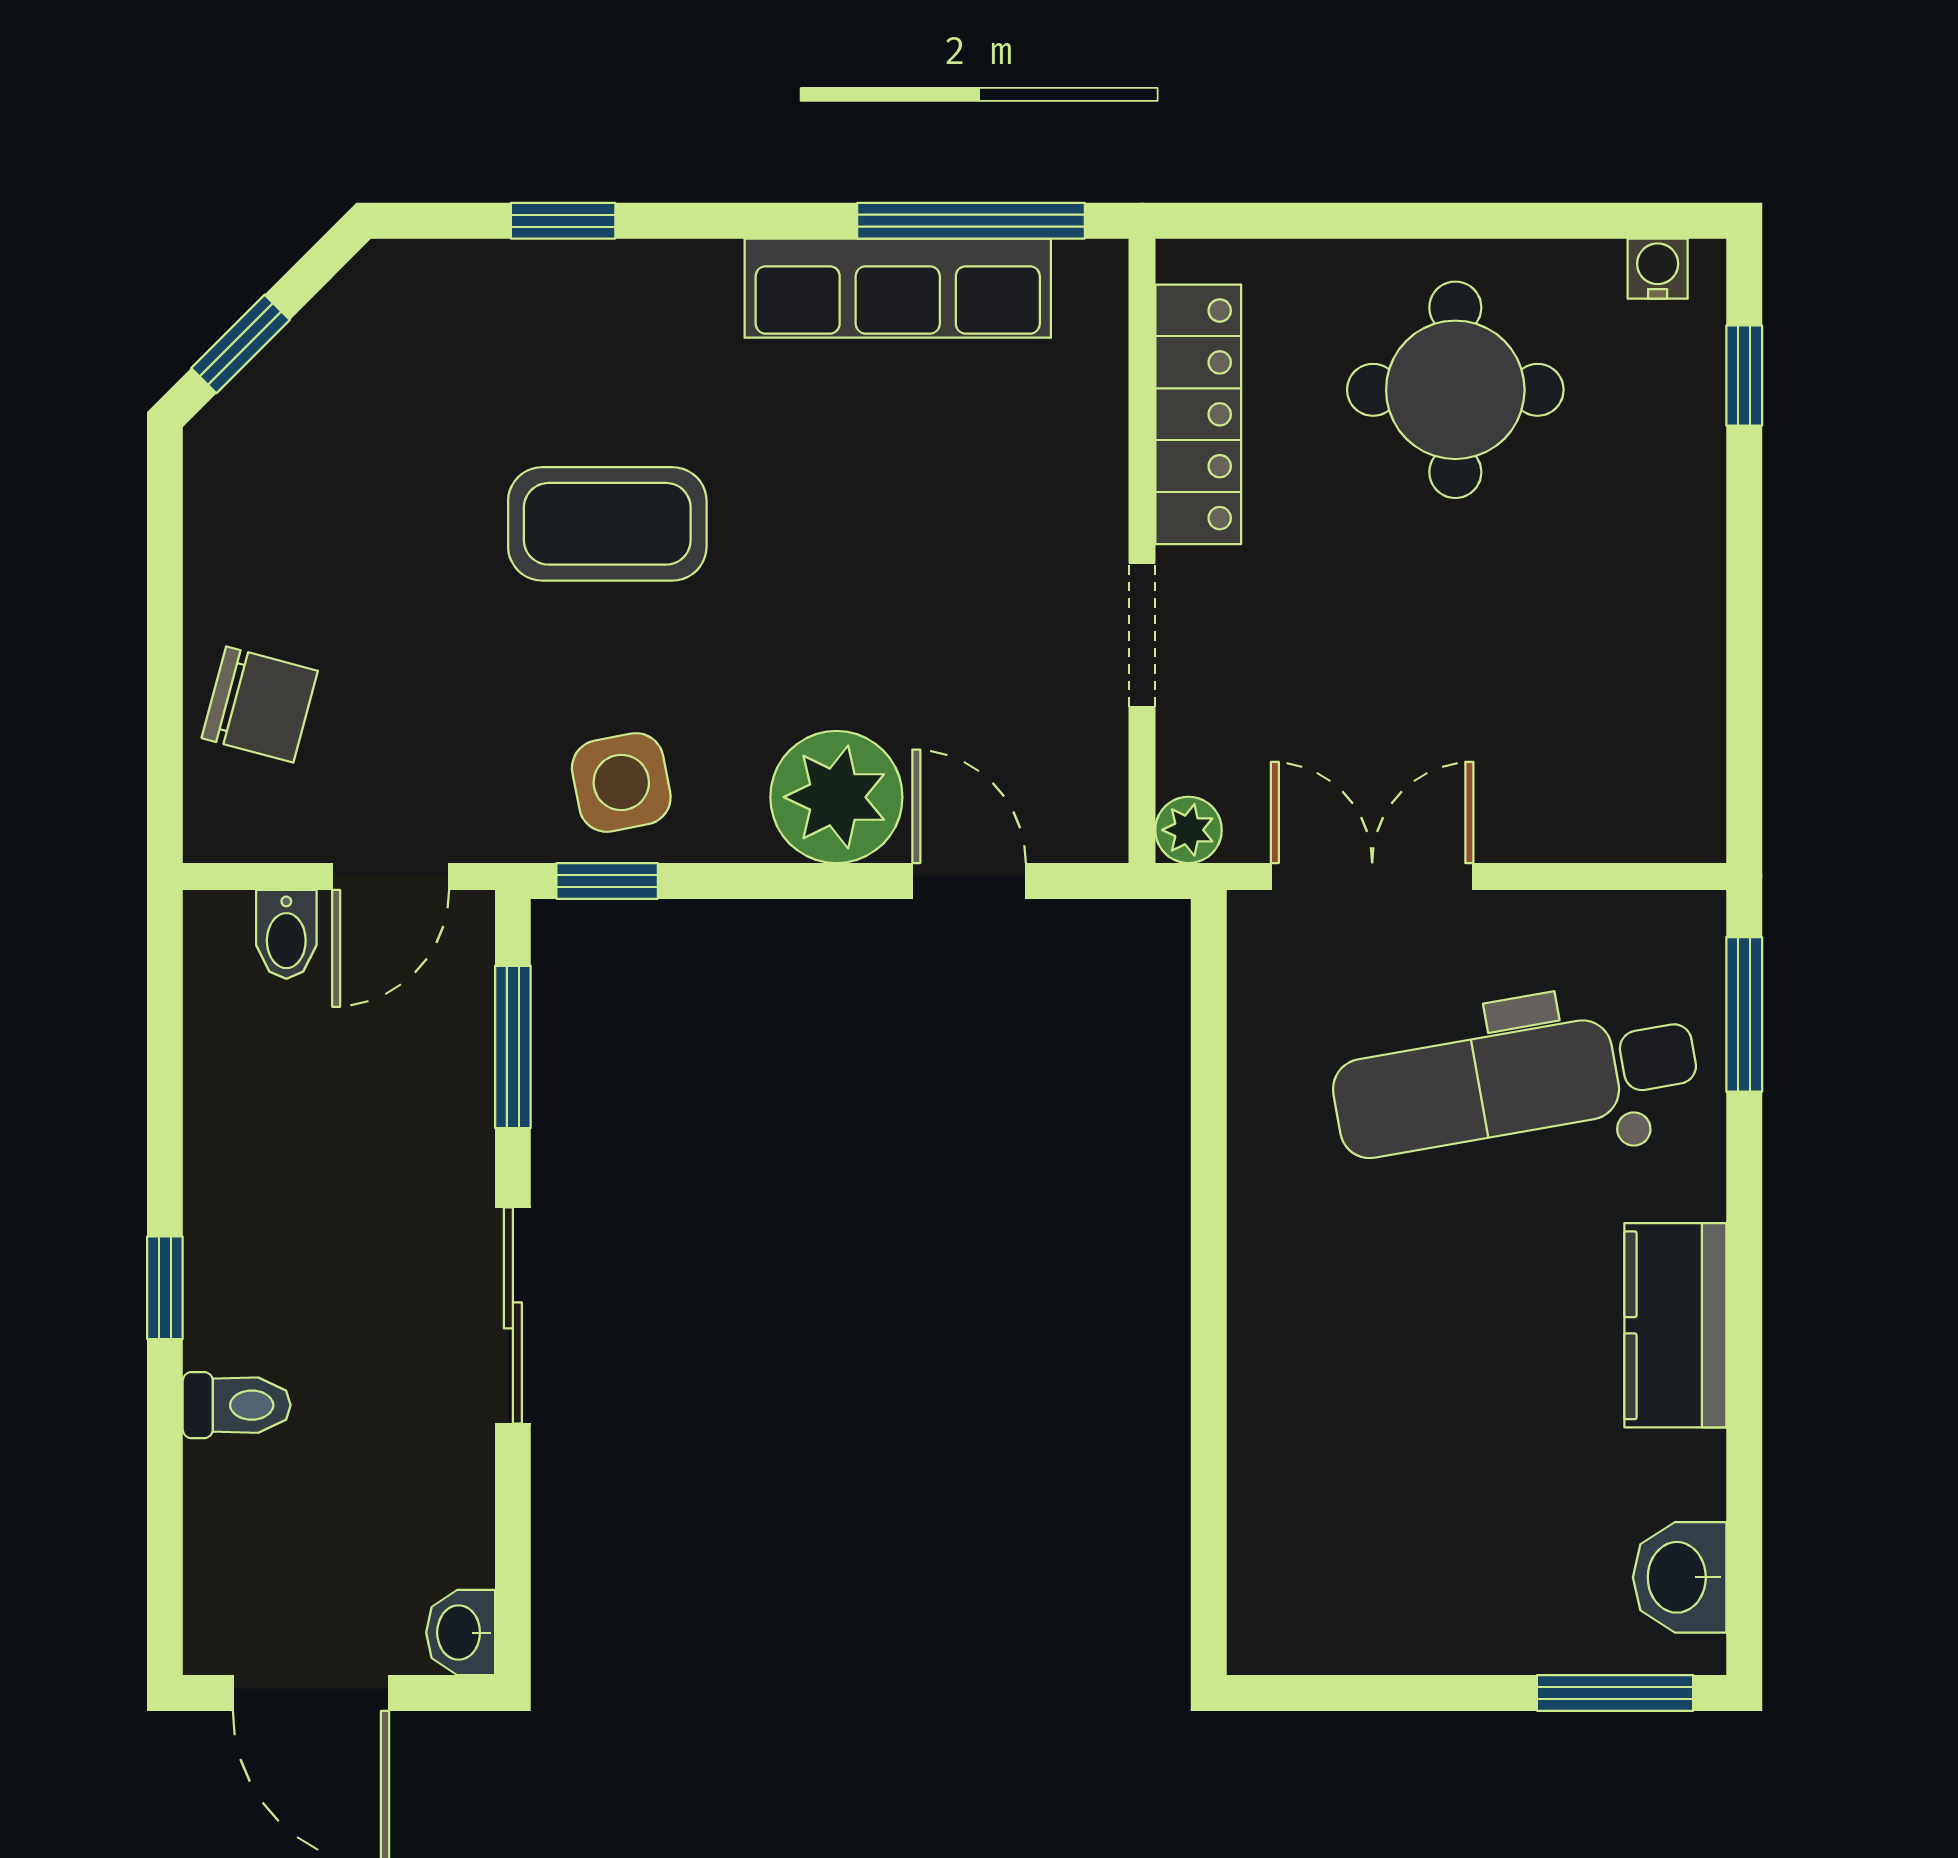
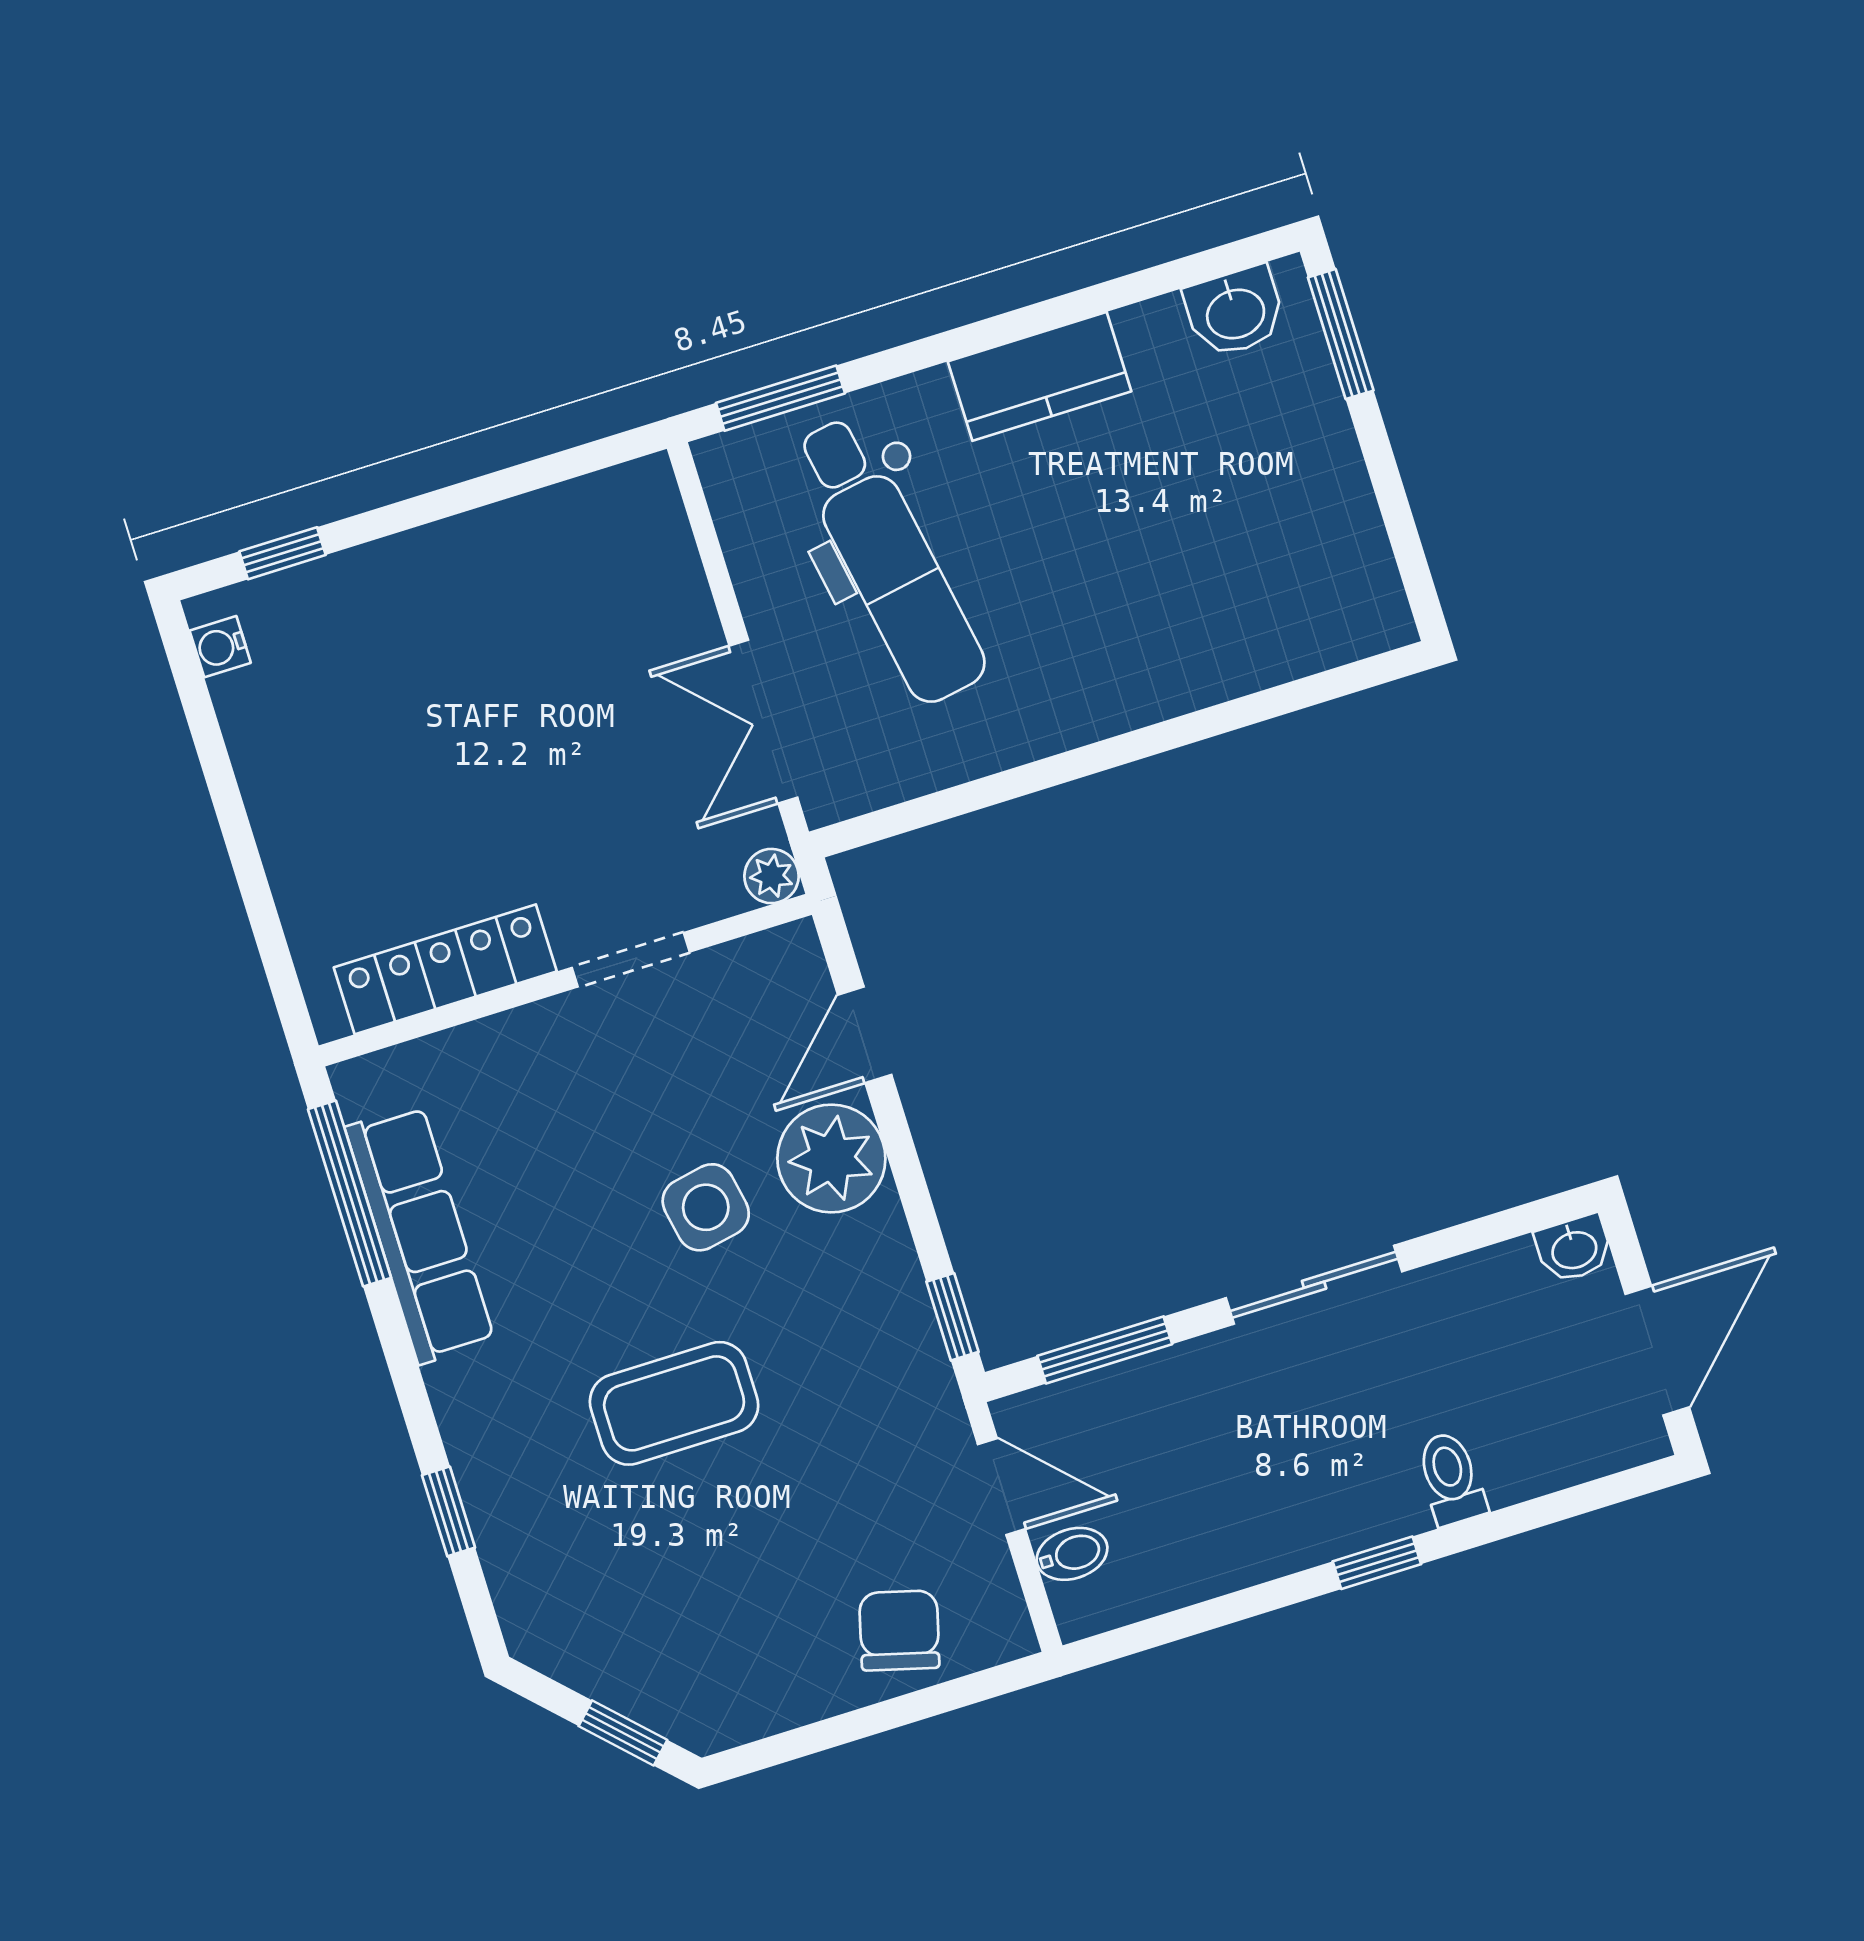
round table: (1455, 390) -> (364, 775), removed
coffee table: (607, 524) -> (674, 1403), turned 90
side table: (621, 782) -> (706, 1207), moved

